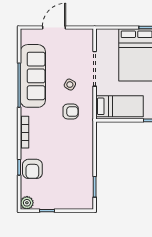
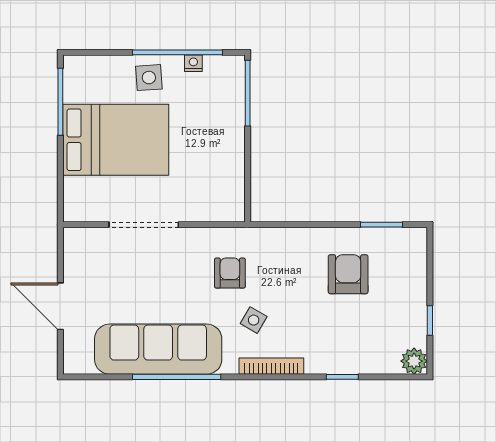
side table: (70, 85) -> (254, 320), moved
bed: (119, 106) -> (219, 174), removed
armchair: (32, 169) -> (348, 274), moved, turned -90

